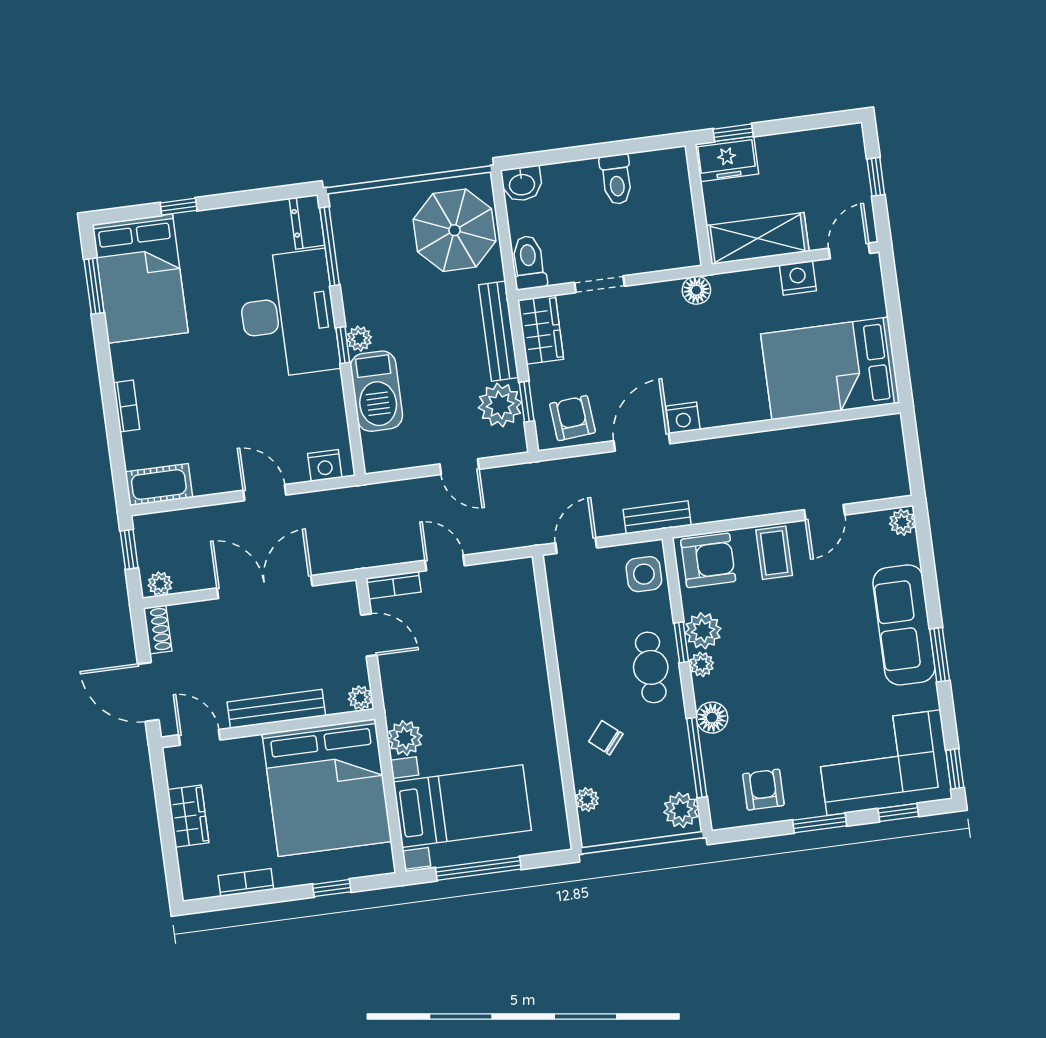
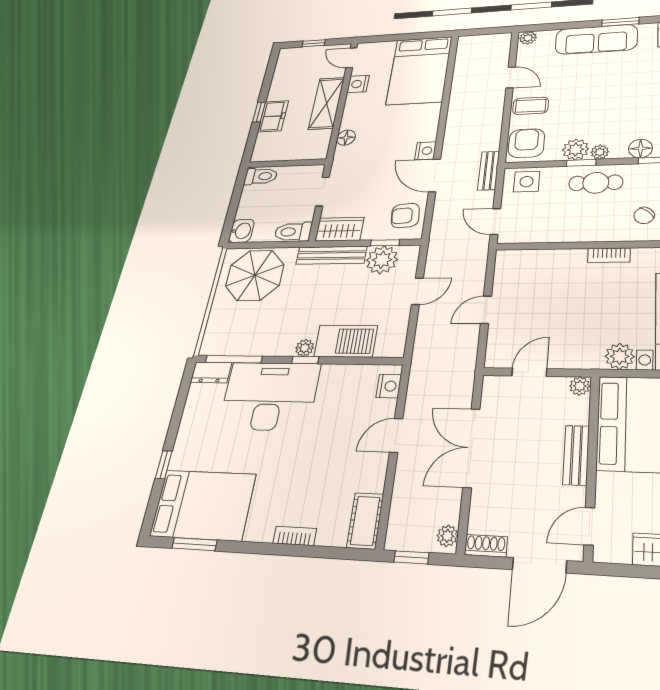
wall: (699, 205) -> (287, 163), moved
bookcase: (393, 585) -> (609, 255), moved, turned 90
bench: (276, 709) -> (576, 455), width x0.73

